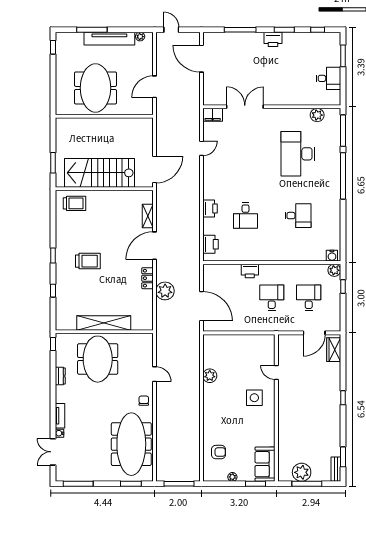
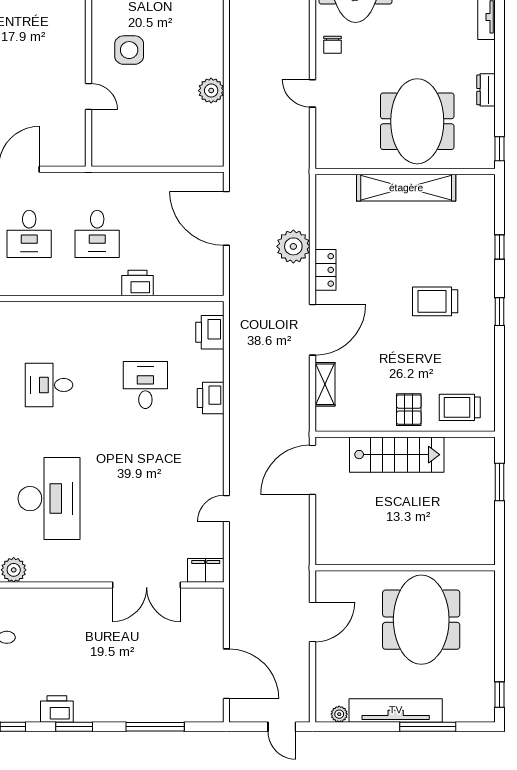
printer: (273, 39) -> (57, 709), moved
stairs: (100, 173) -> (397, 455), width x0.73, depth x0.66
pallet: (102, 202) -> (409, 410), added

